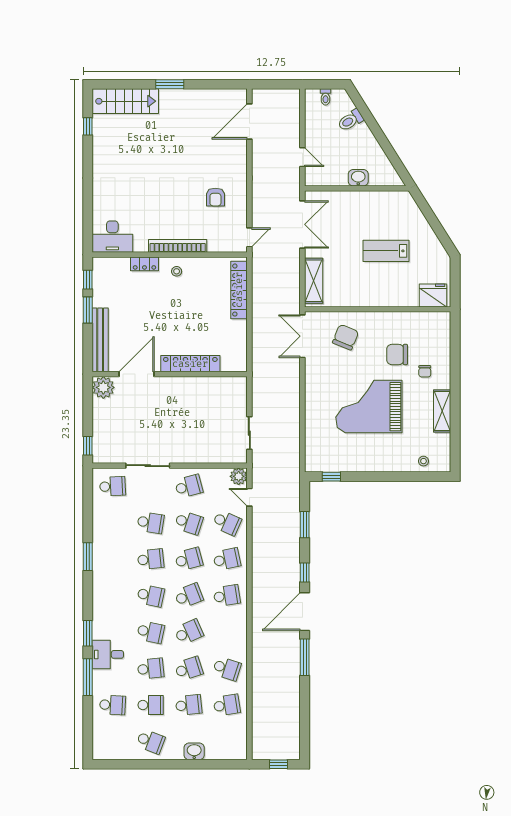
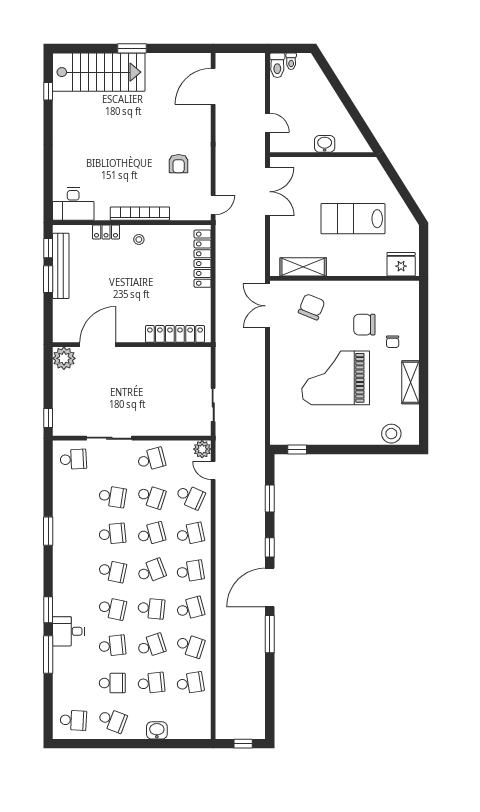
stairs: (125, 101) -> (99, 72), width x1.36, depth x1.51
toilet: (351, 120) -> (277, 65), moved, turned -58
lab bench: (386, 251) -> (353, 219), width x1.36, depth x1.39
shelving: (314, 281) -> (303, 267), moved, turned 90
bench: (100, 340) -> (61, 266), moved
locker: (190, 364) -> (175, 334), moved
stool: (423, 461) -> (391, 434), width x1.89, depth x1.89
school desk: (189, 632) -> (151, 608), turned 30
school desk: (227, 632) -> (190, 608), added
school desk: (113, 705) -> (73, 720), moved

